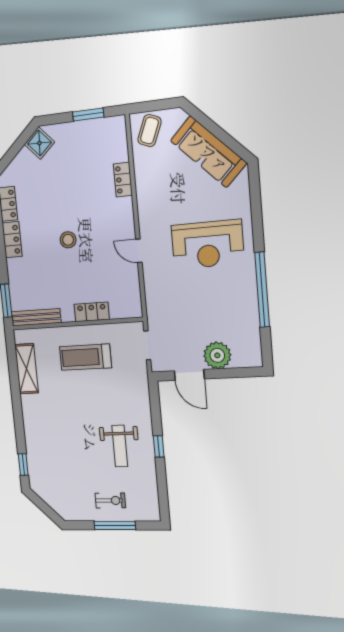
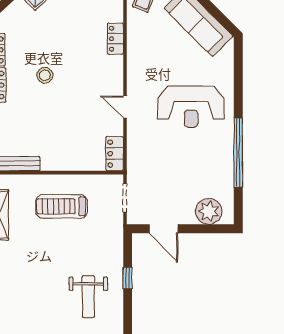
stool: (68, 240) -> (45, 75), moved
locker: (92, 312) -> (115, 154), moved, turned -90
plant: (217, 355) -> (209, 211), moved
window: (159, 446) -> (128, 278), moved

